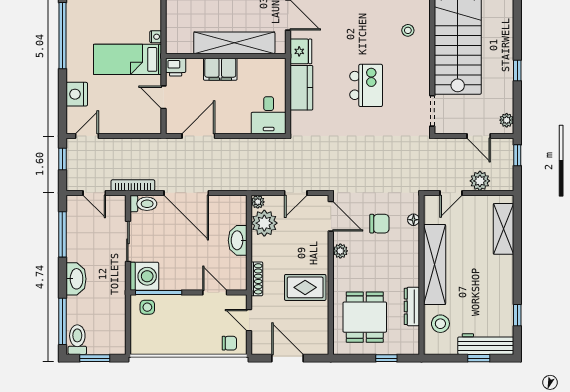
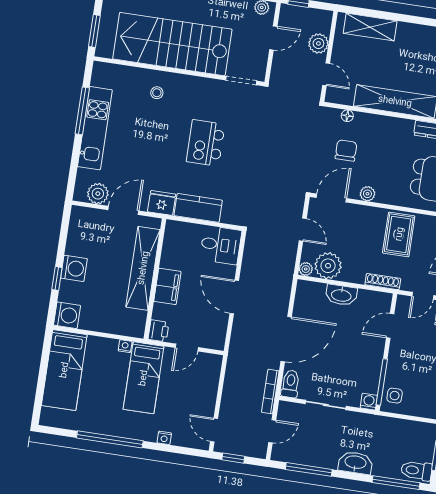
kitchen island: (366, 85) -> (206, 143), turned -90
nightstand: (77, 94) -> (164, 438), width x0.53, depth x0.56
door: (198, 136) -> (234, 297), moved
washing machine: (144, 276) -> (369, 402), width x0.53, depth x0.53

